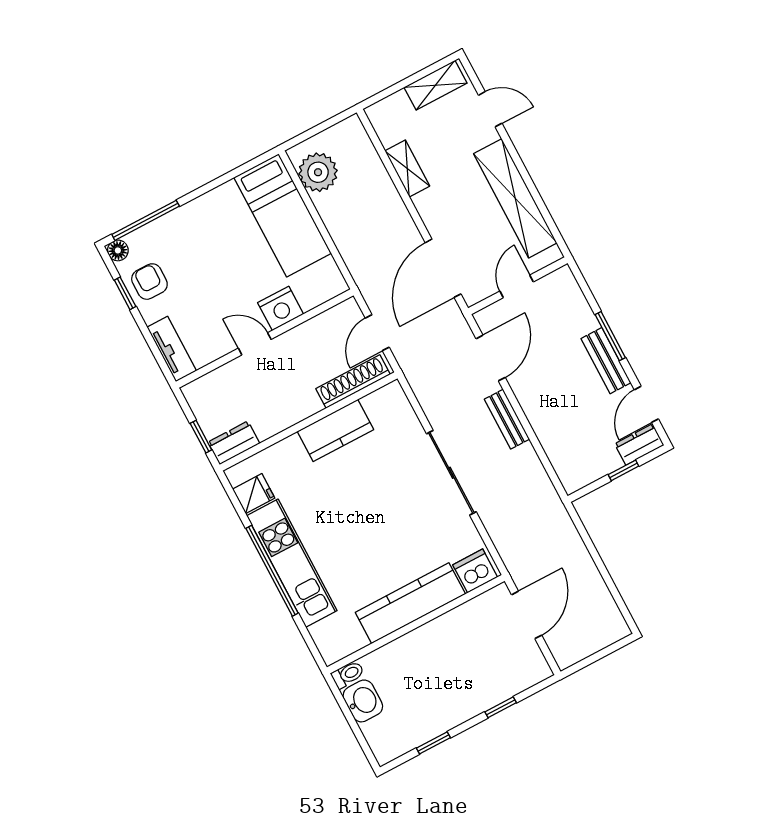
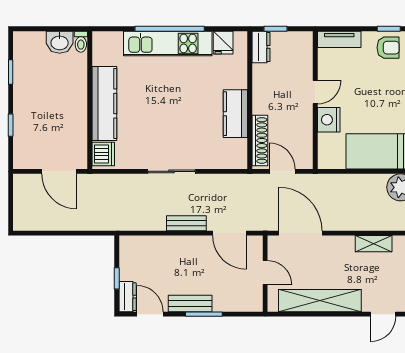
sliding door: (451, 473) -> (171, 171), width x0.73

